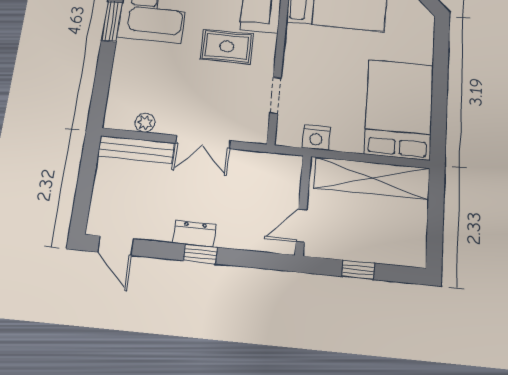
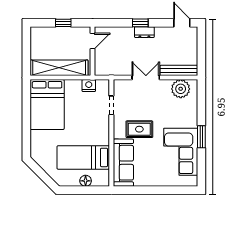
plant: (145, 123) -> (181, 89), width x1.87, depth x1.87

